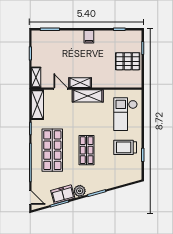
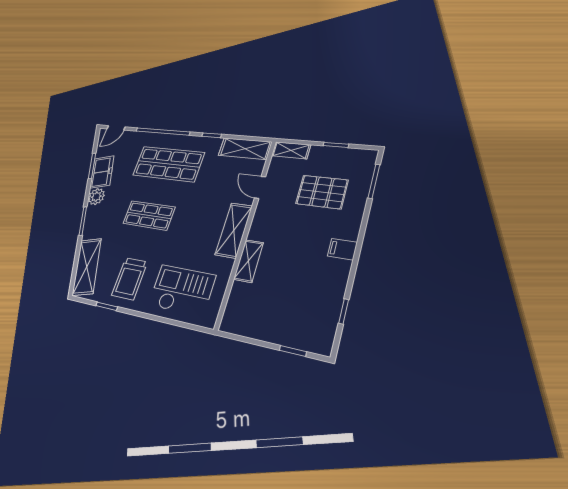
pallet: (128, 61) -> (322, 192), moved, turned 90
shelving: (80, 83) -> (249, 261), moved
door: (61, 89) -> (260, 187), swing flipped
trolley: (125, 147) -> (129, 279), turned 180
shelving: (123, 178) -> (87, 267), added

